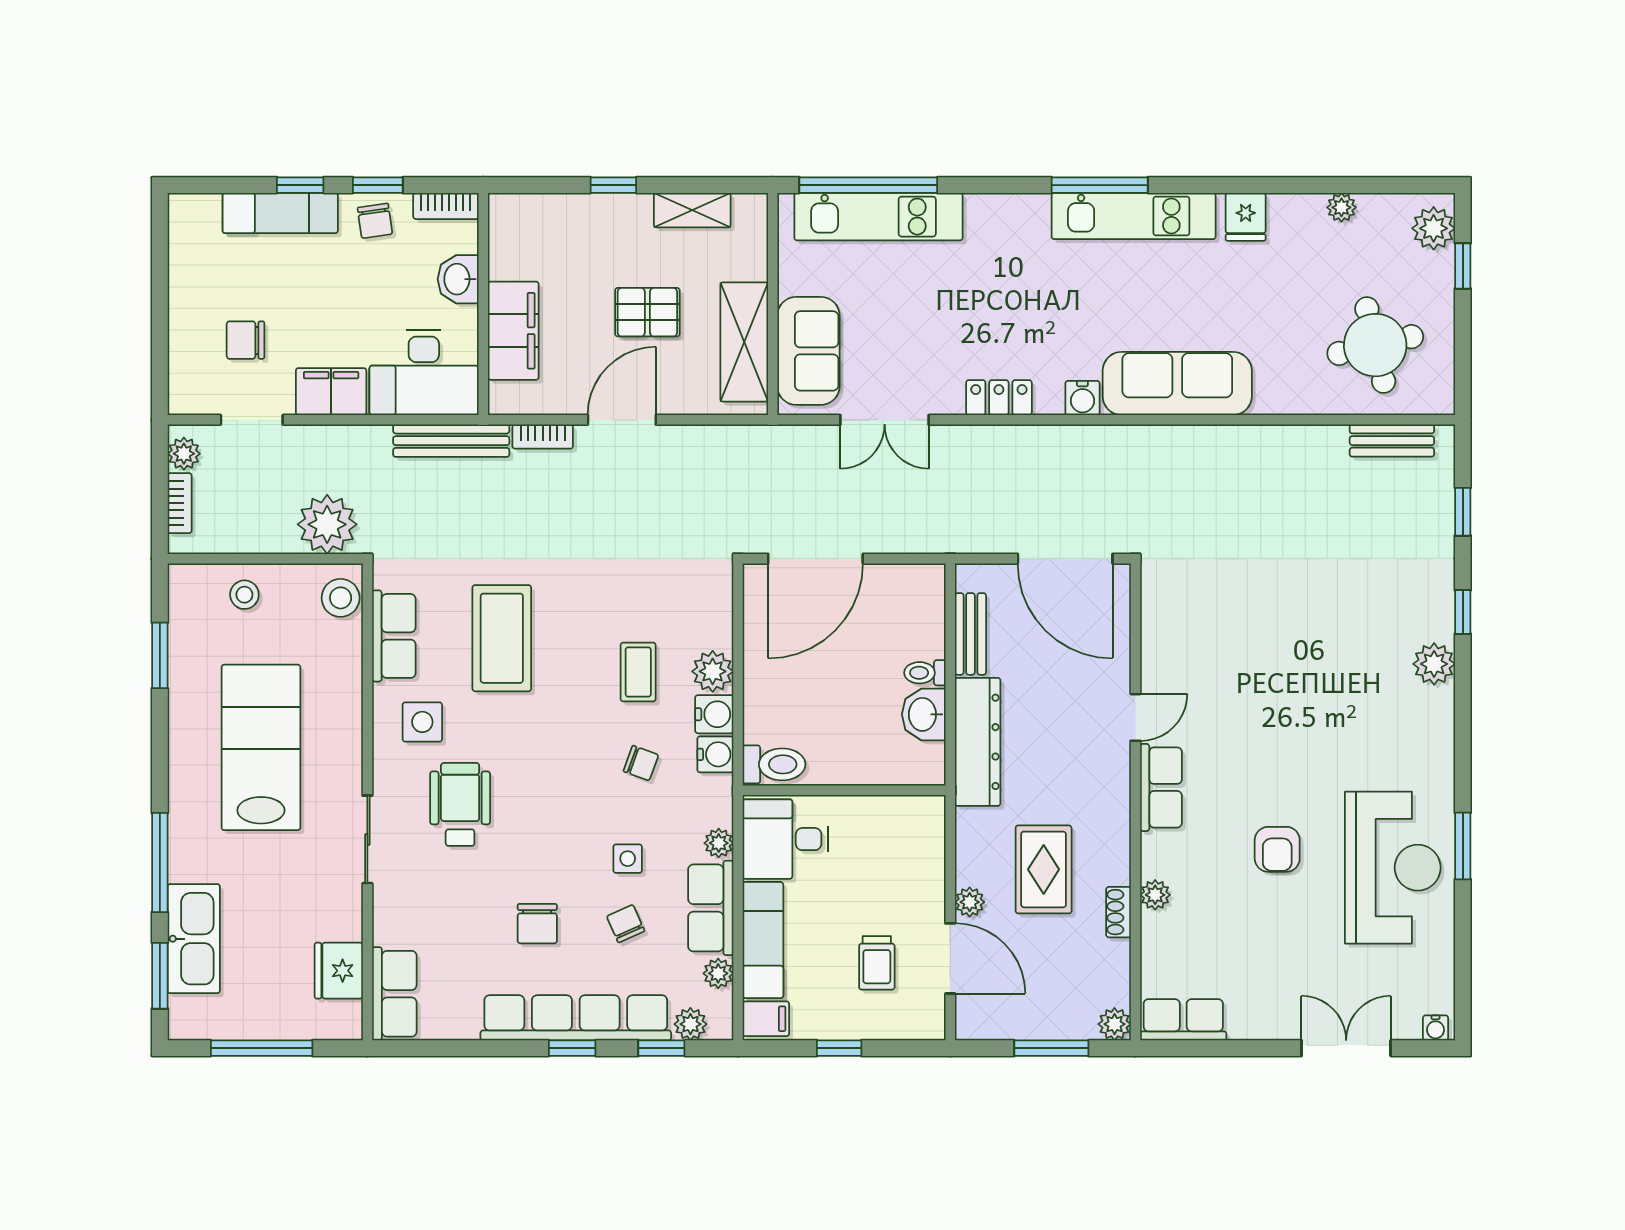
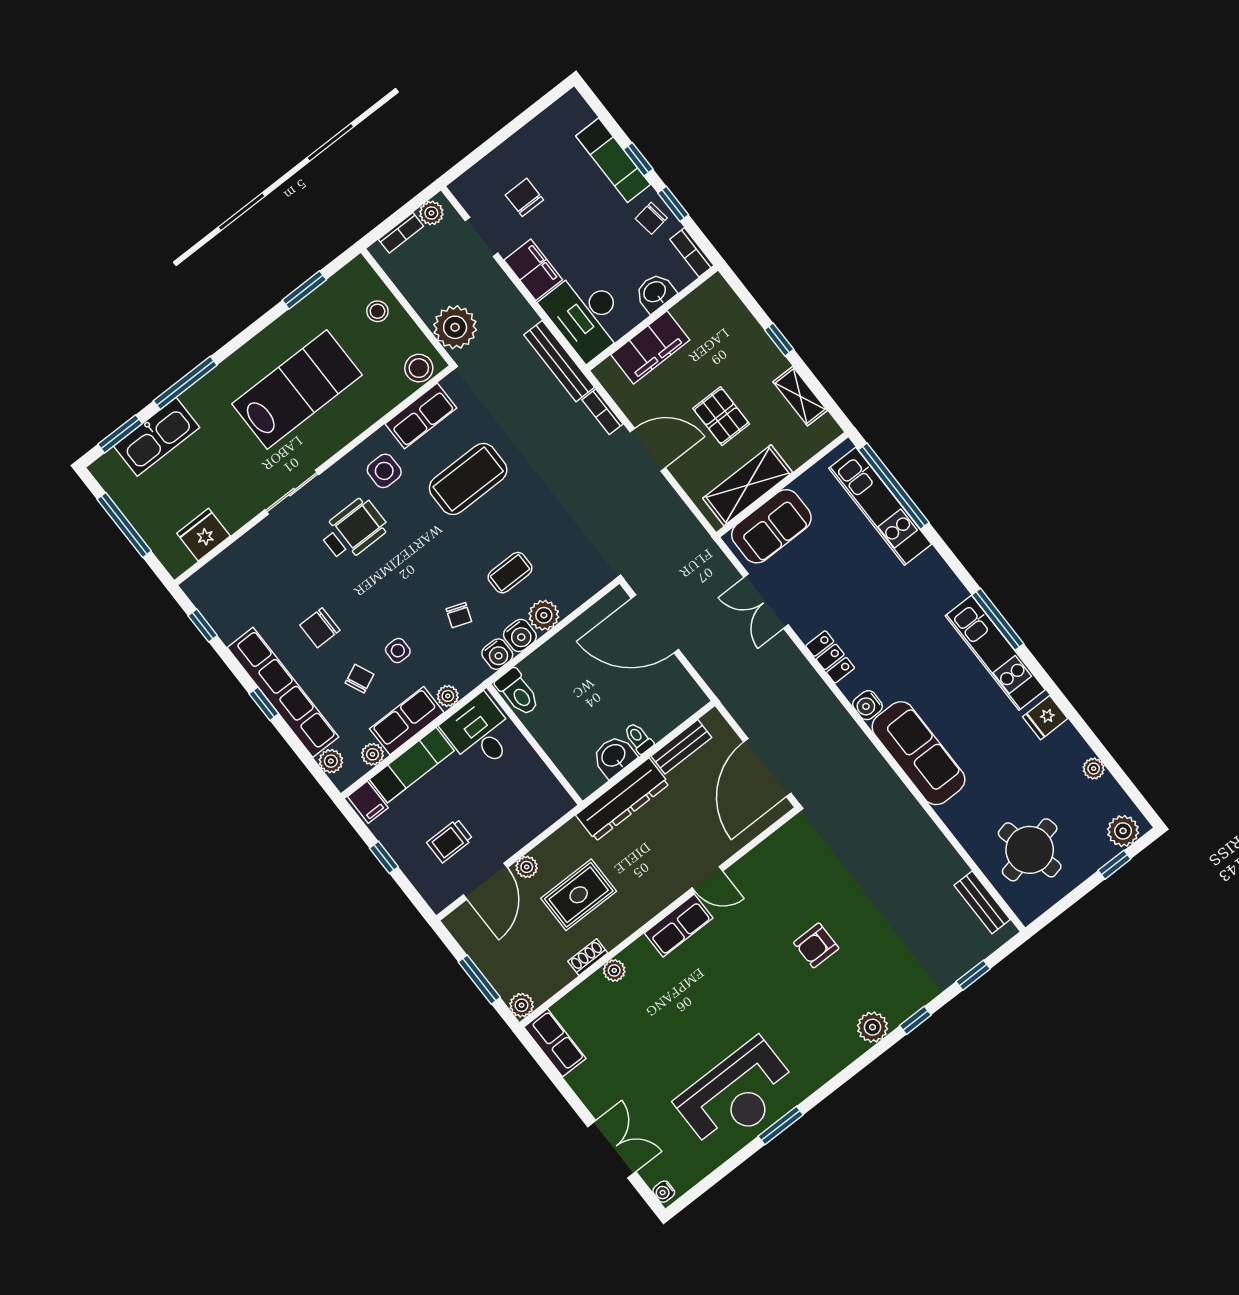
armchair: (1277, 849) -> (816, 945), moved
row of seats: (394, 994) -> (215, 577), removed
window: (661, 1048) -> (203, 626), moved

